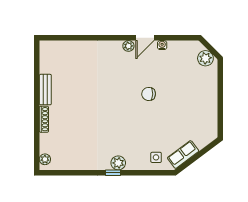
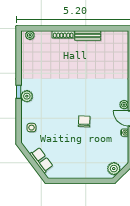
row of seats: (183, 155) -> (41, 160), moved

